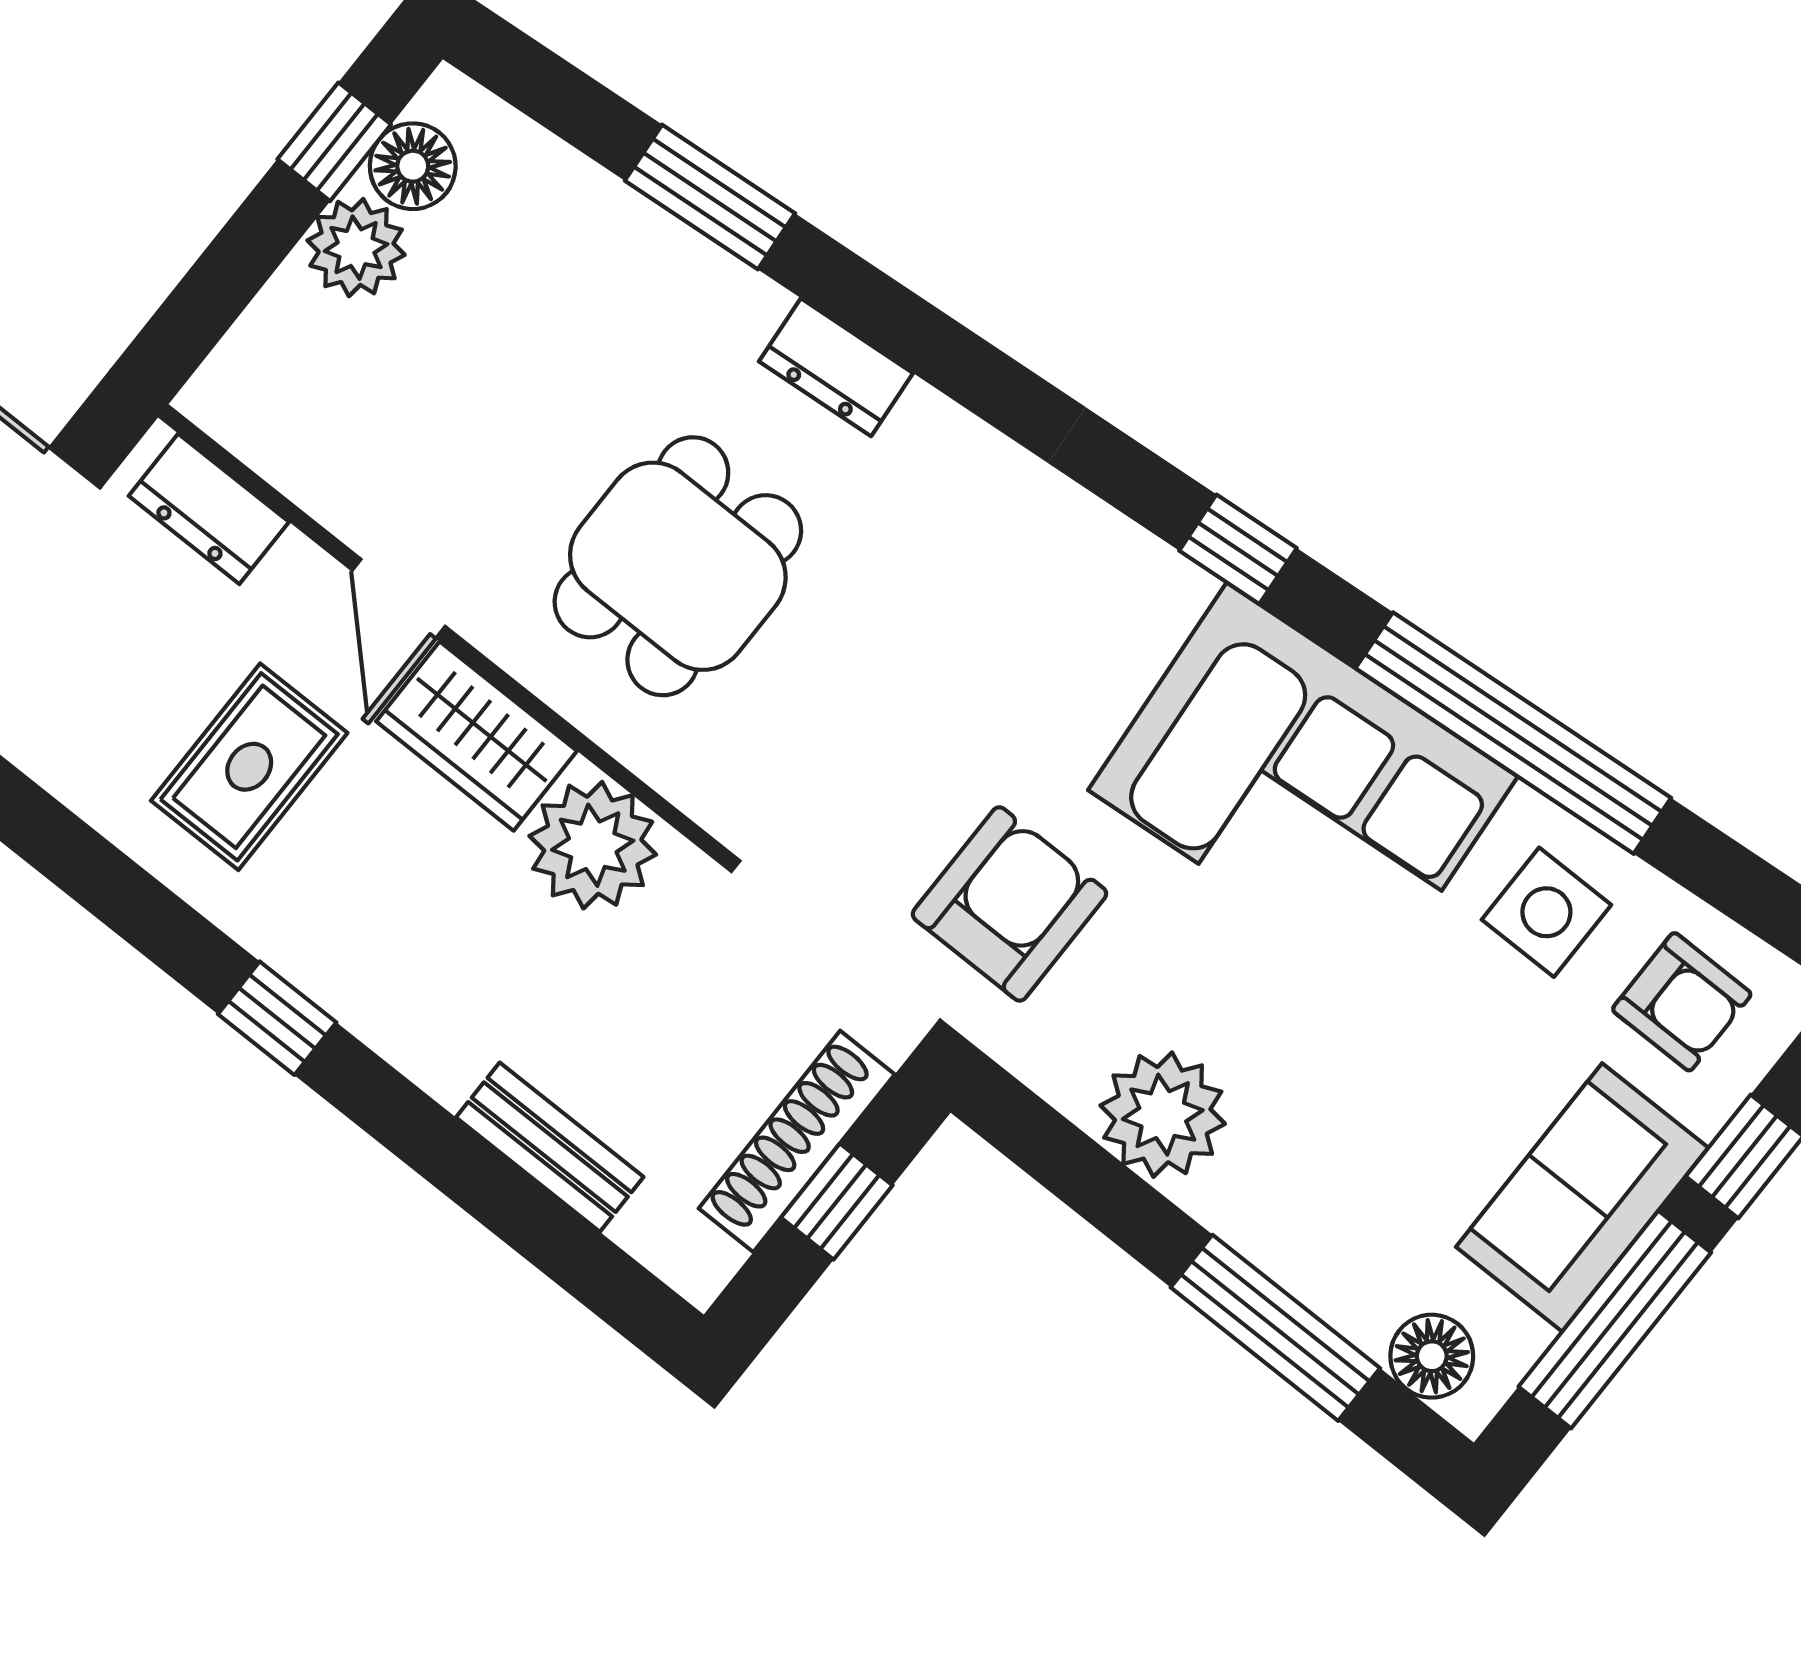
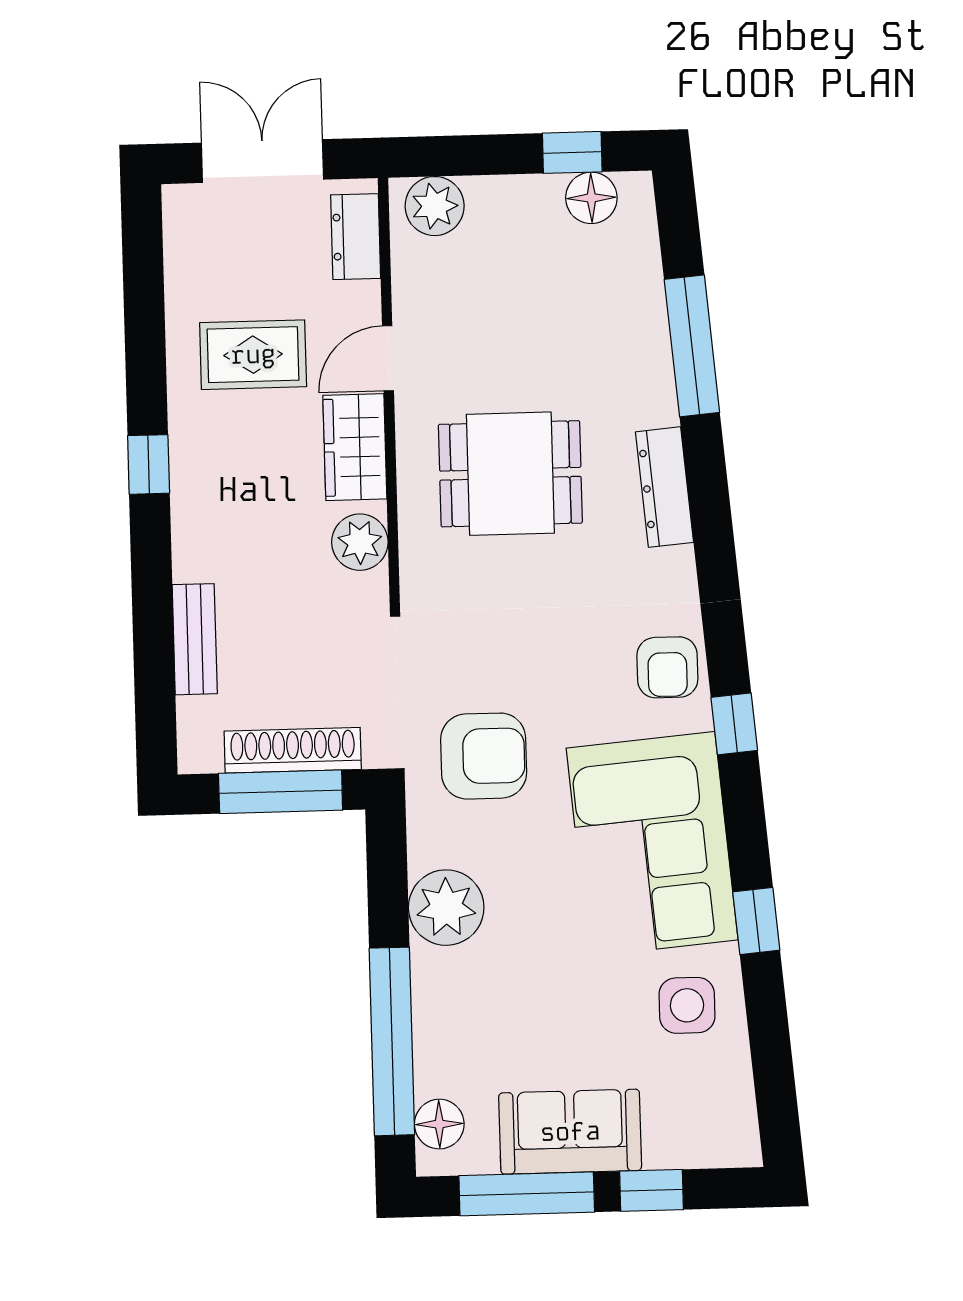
window: (710, 197) -> (692, 346), width x1.44
plant: (356, 248) -> (435, 206), moved
dresser: (836, 367) -> (665, 487), width x1.44
window: (1513, 733) -> (756, 921), width x0.32
plant: (593, 845) -> (360, 542), width x0.73, depth x0.73
armchair: (1682, 1002) -> (667, 667), moved
window: (837, 1202) -> (281, 792), width x2.17
window: (1275, 1328) -> (392, 1041), width x1.46

